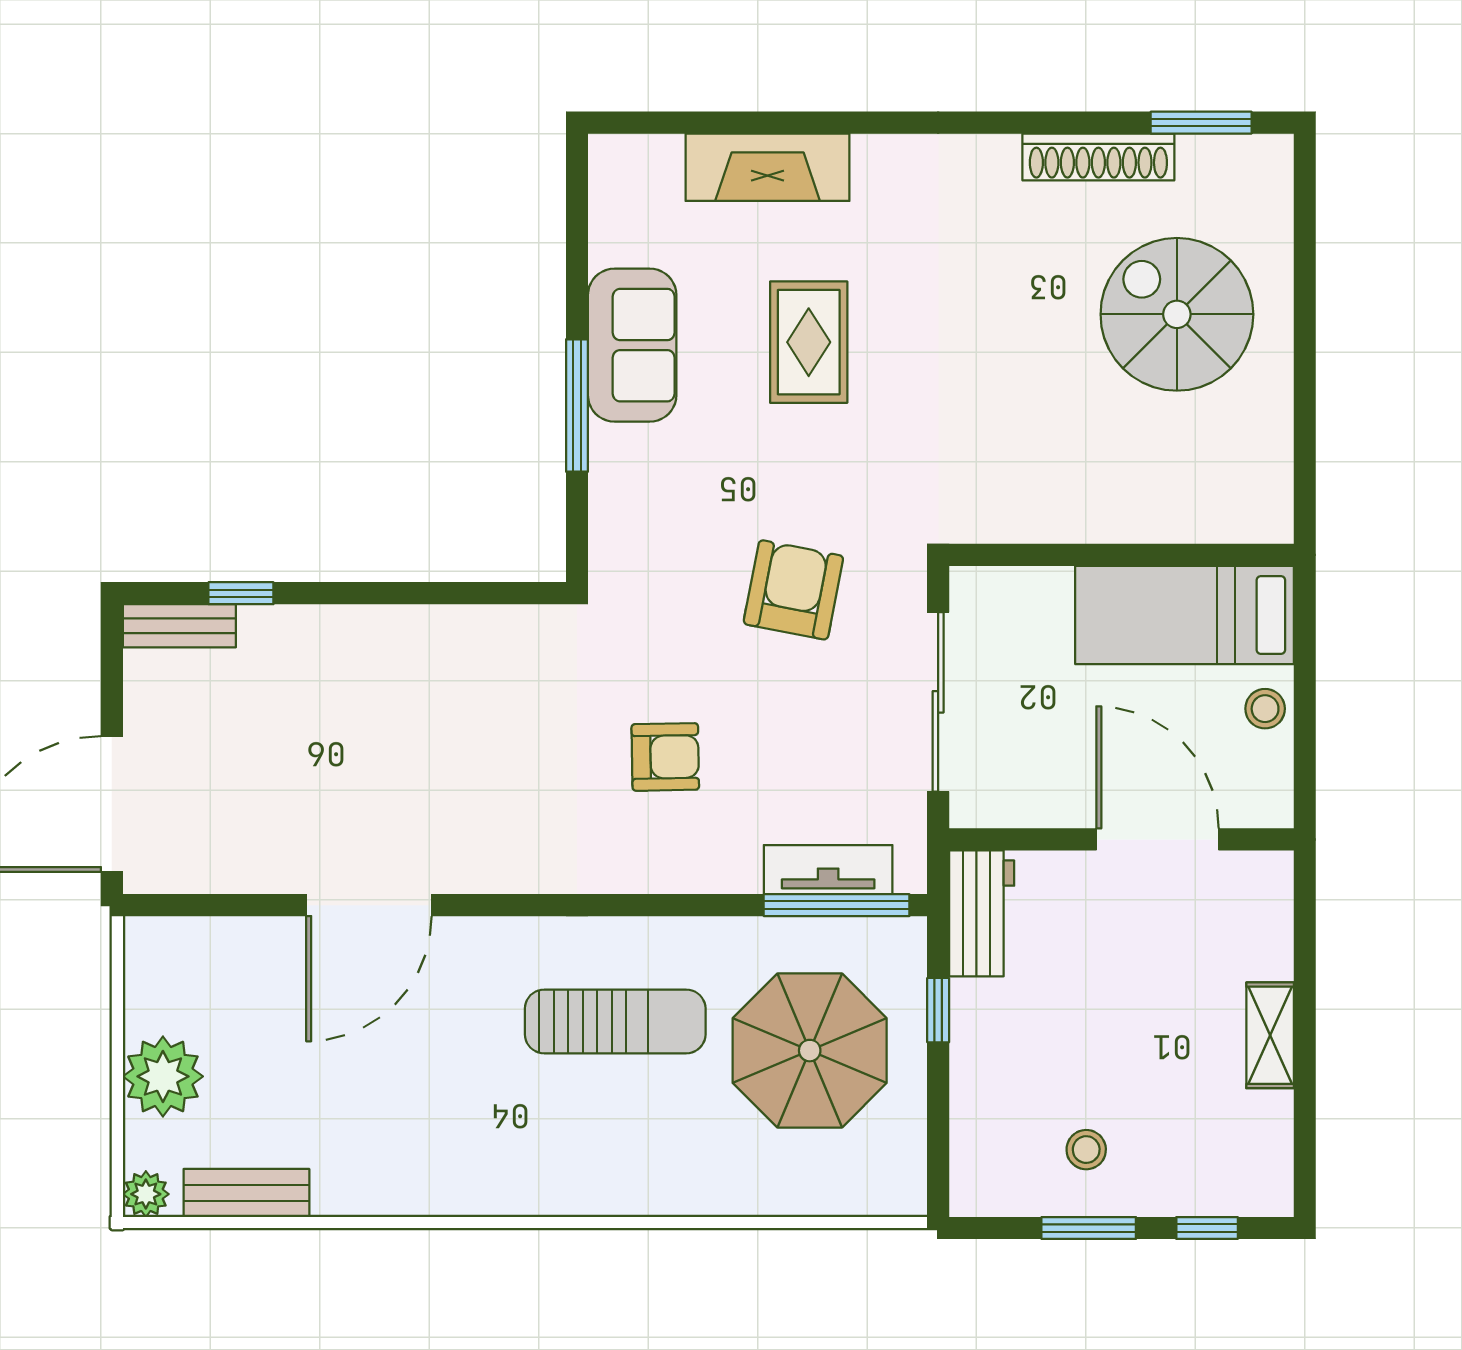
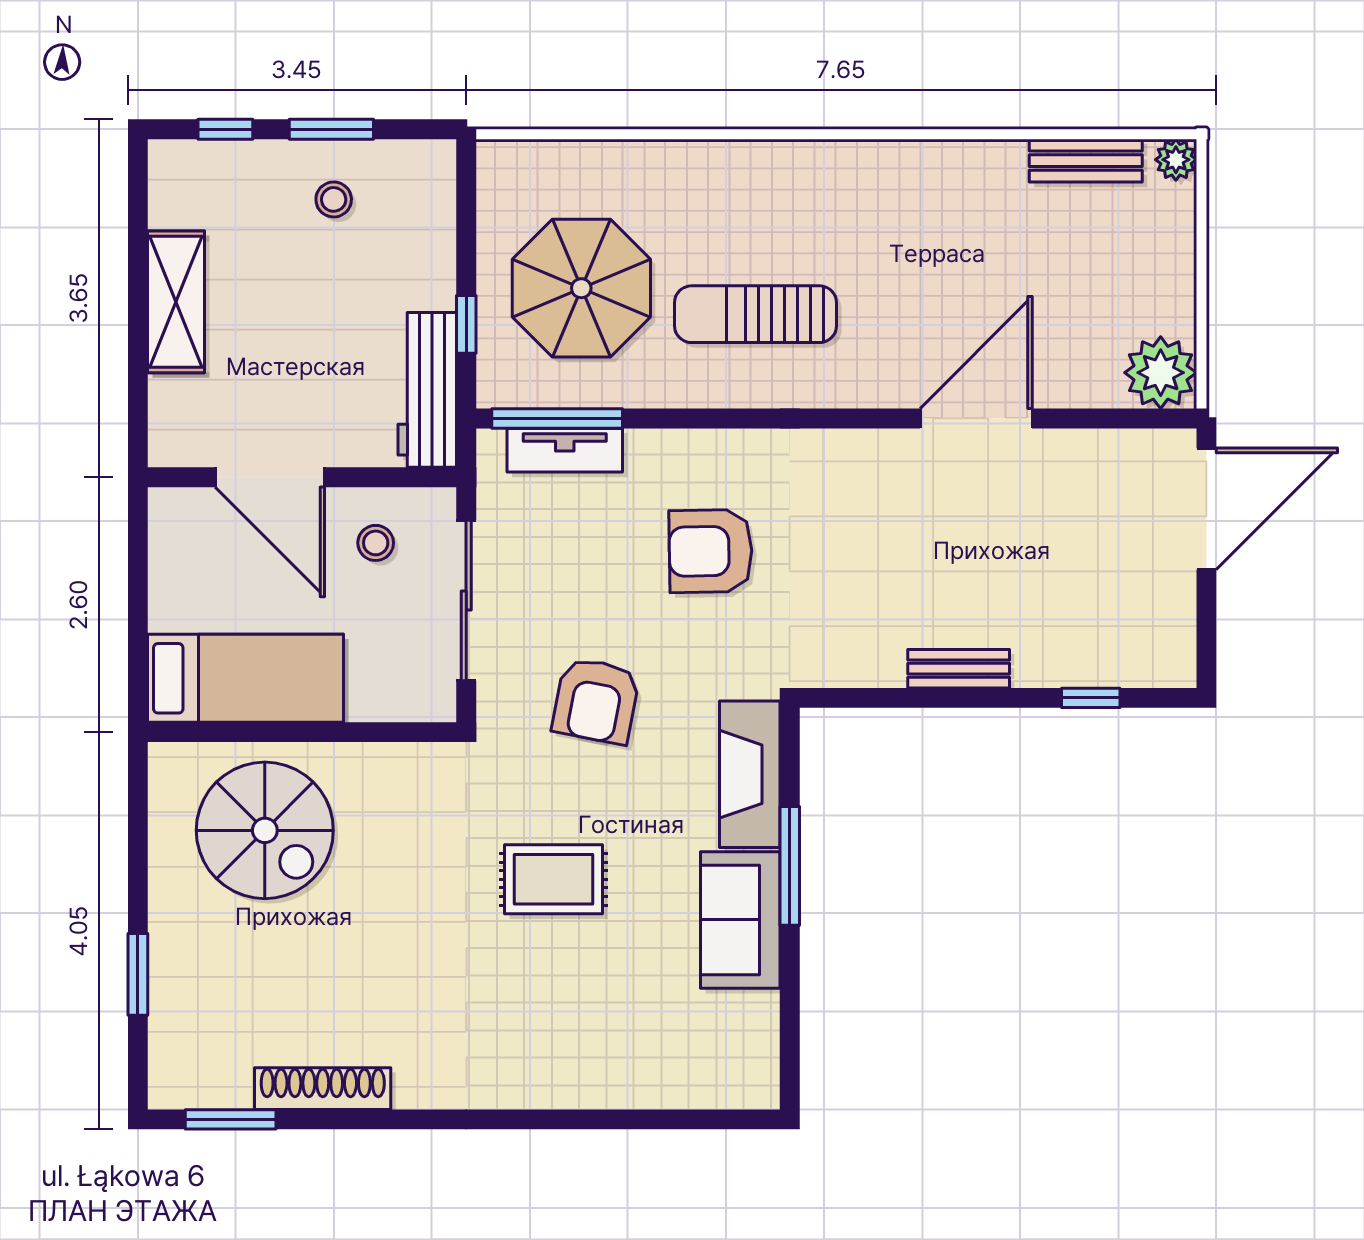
fireplace: (768, 167) -> (750, 774), moved, turned -90
window: (1305, 284) -> (138, 974), added
spiral stairs: (1177, 314) -> (265, 830), moved
rug: (809, 342) -> (554, 879), moved, turned 90
bench: (179, 626) -> (959, 669), moved
stool: (1265, 709) -> (376, 543), moved
armchair: (665, 757) -> (711, 551), width x1.38, depth x1.38
workbench: (982, 913) -> (427, 390), width x1.38
shelving: (1270, 1035) -> (176, 302), width x1.50, depth x1.33
plant: (163, 1076) -> (1161, 373), moved

